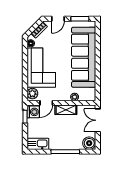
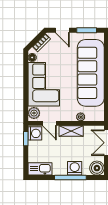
door: (58, 19) -> (62, 30), hinge flipped
door: (46, 103) -> (49, 123), hinge flipped
washing machine: (69, 143) -> (75, 168), added

